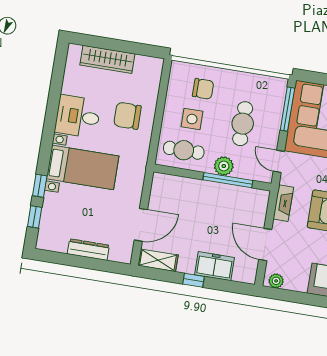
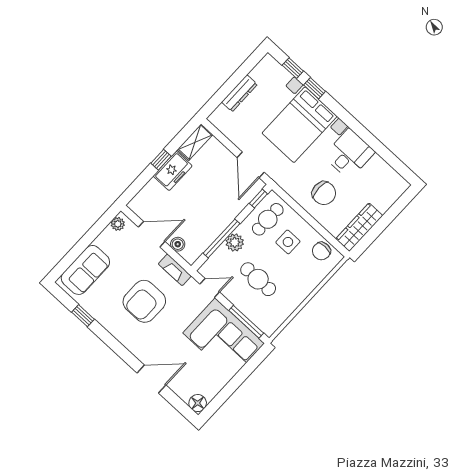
wardrobe: (107, 59) -> (359, 227), moved
chair: (203, 89) -> (321, 251), moved
chair: (127, 116) -> (324, 193), turned 90
bed with nightstands: (83, 167) -> (300, 125), width x1.36
window: (171, 171) -> (258, 199), added
boiler: (259, 216) -> (178, 244), added
door: (141, 225) -> (251, 165), moved
freezer: (215, 266) -> (173, 171), moved

